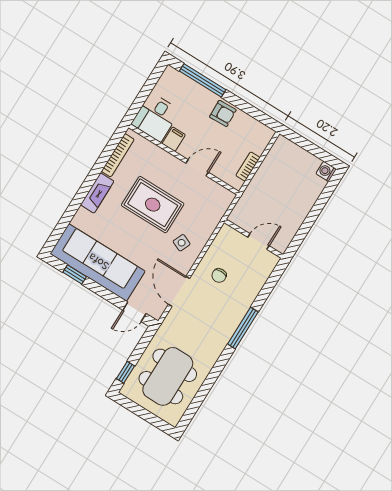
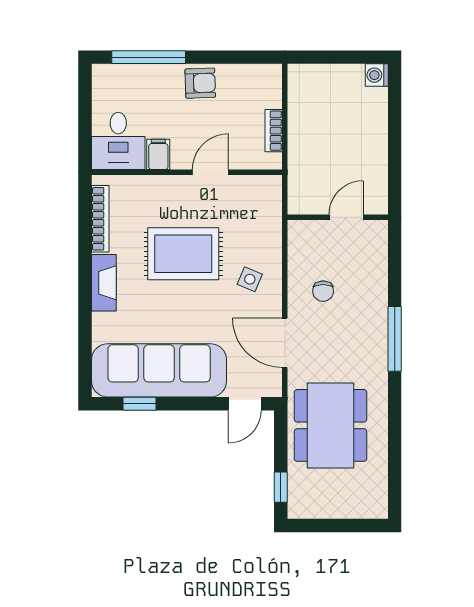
dining table: (168, 376) -> (331, 425), moved

